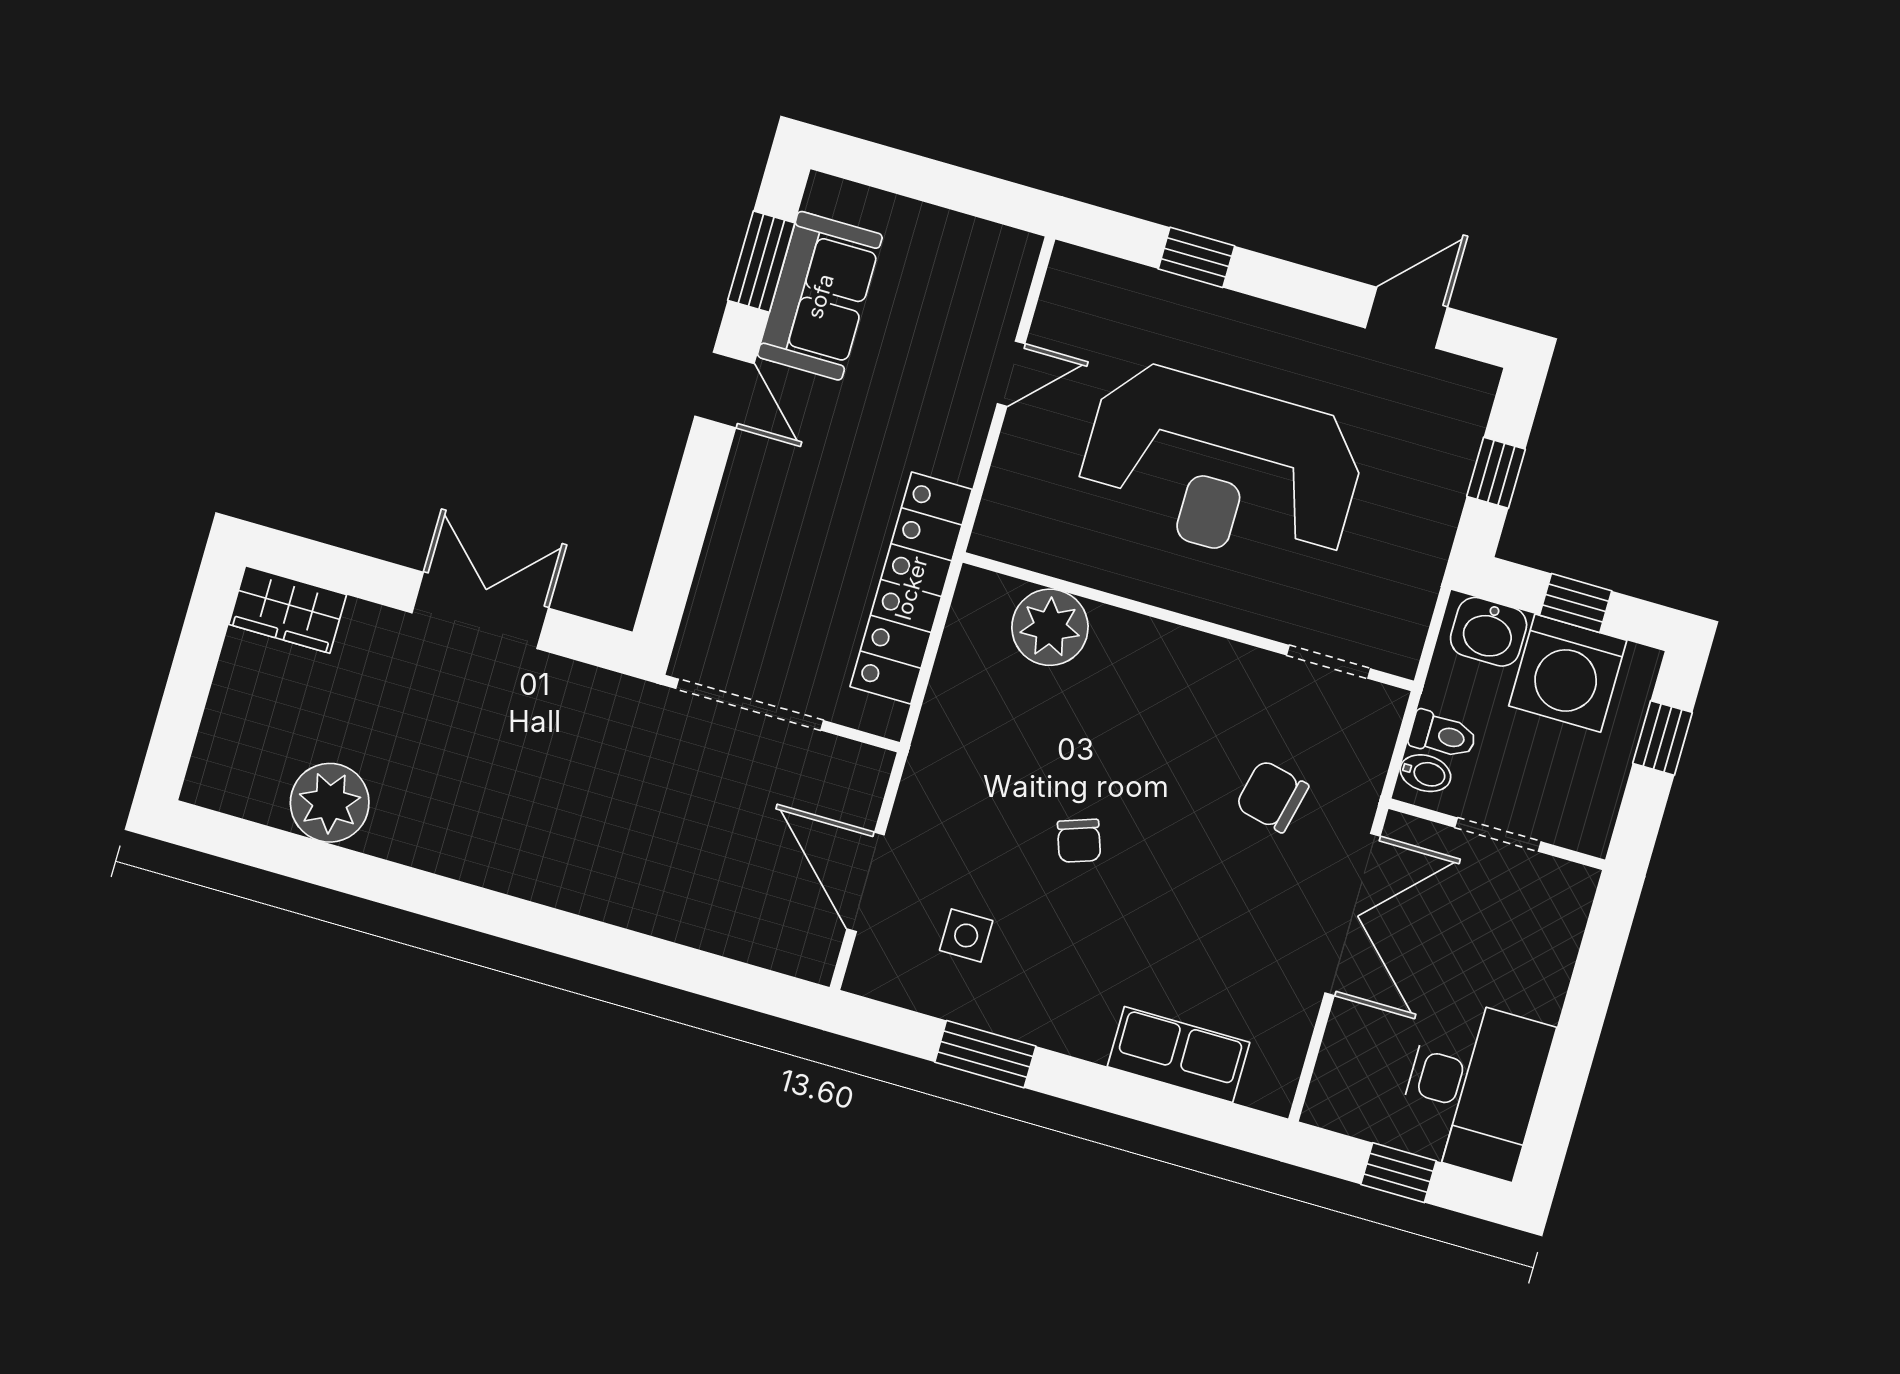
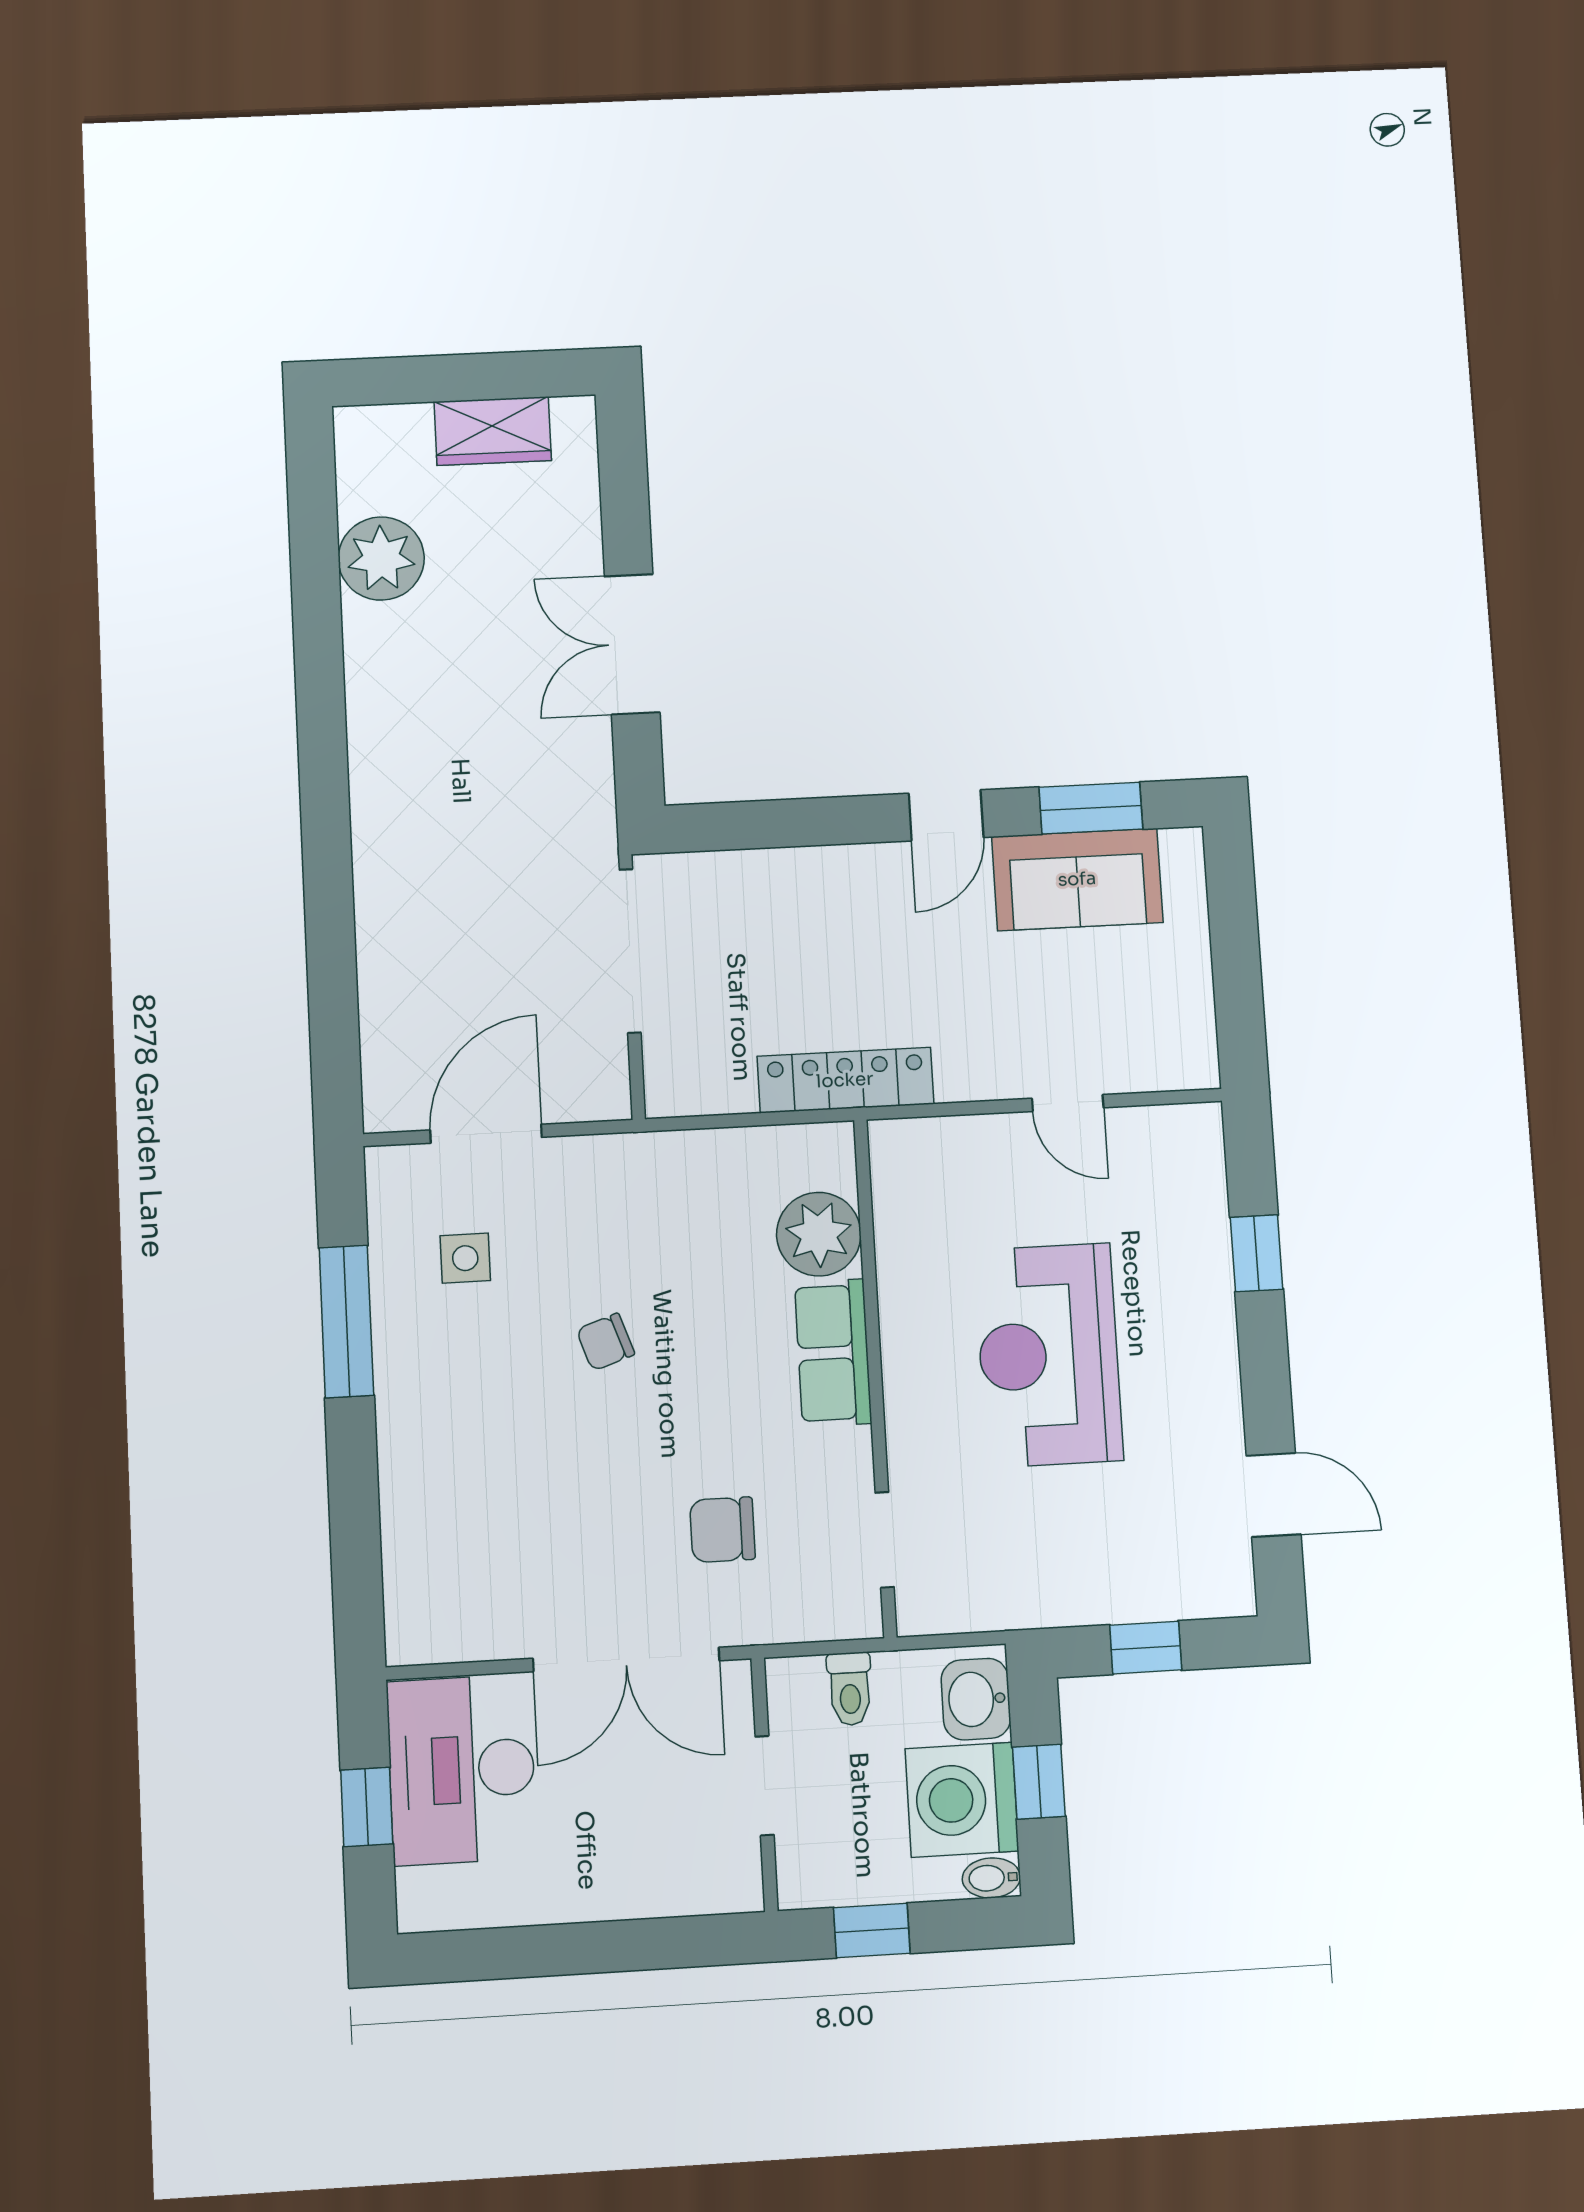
reception desk: (1221, 467) -> (1049, 1355), width x0.74, depth x0.77
locker: (911, 588) -> (845, 1080), width x0.71, depth x0.83
wardrobe: (288, 610) -> (493, 431), moved, turned -90
double door: (480, 610) -> (632, 644), swing flipped
window: (1663, 738) -> (872, 1930), moved
bidet: (1425, 773) -> (991, 1878), moved, turned 90
chair: (1272, 796) -> (722, 1530), turned -103
window: (985, 1054) -> (346, 1321), width x1.44
row of seats: (1178, 1055) -> (833, 1353), moved, turned 180
desk: (1474, 1088) -> (462, 1770), moved, turned 90

